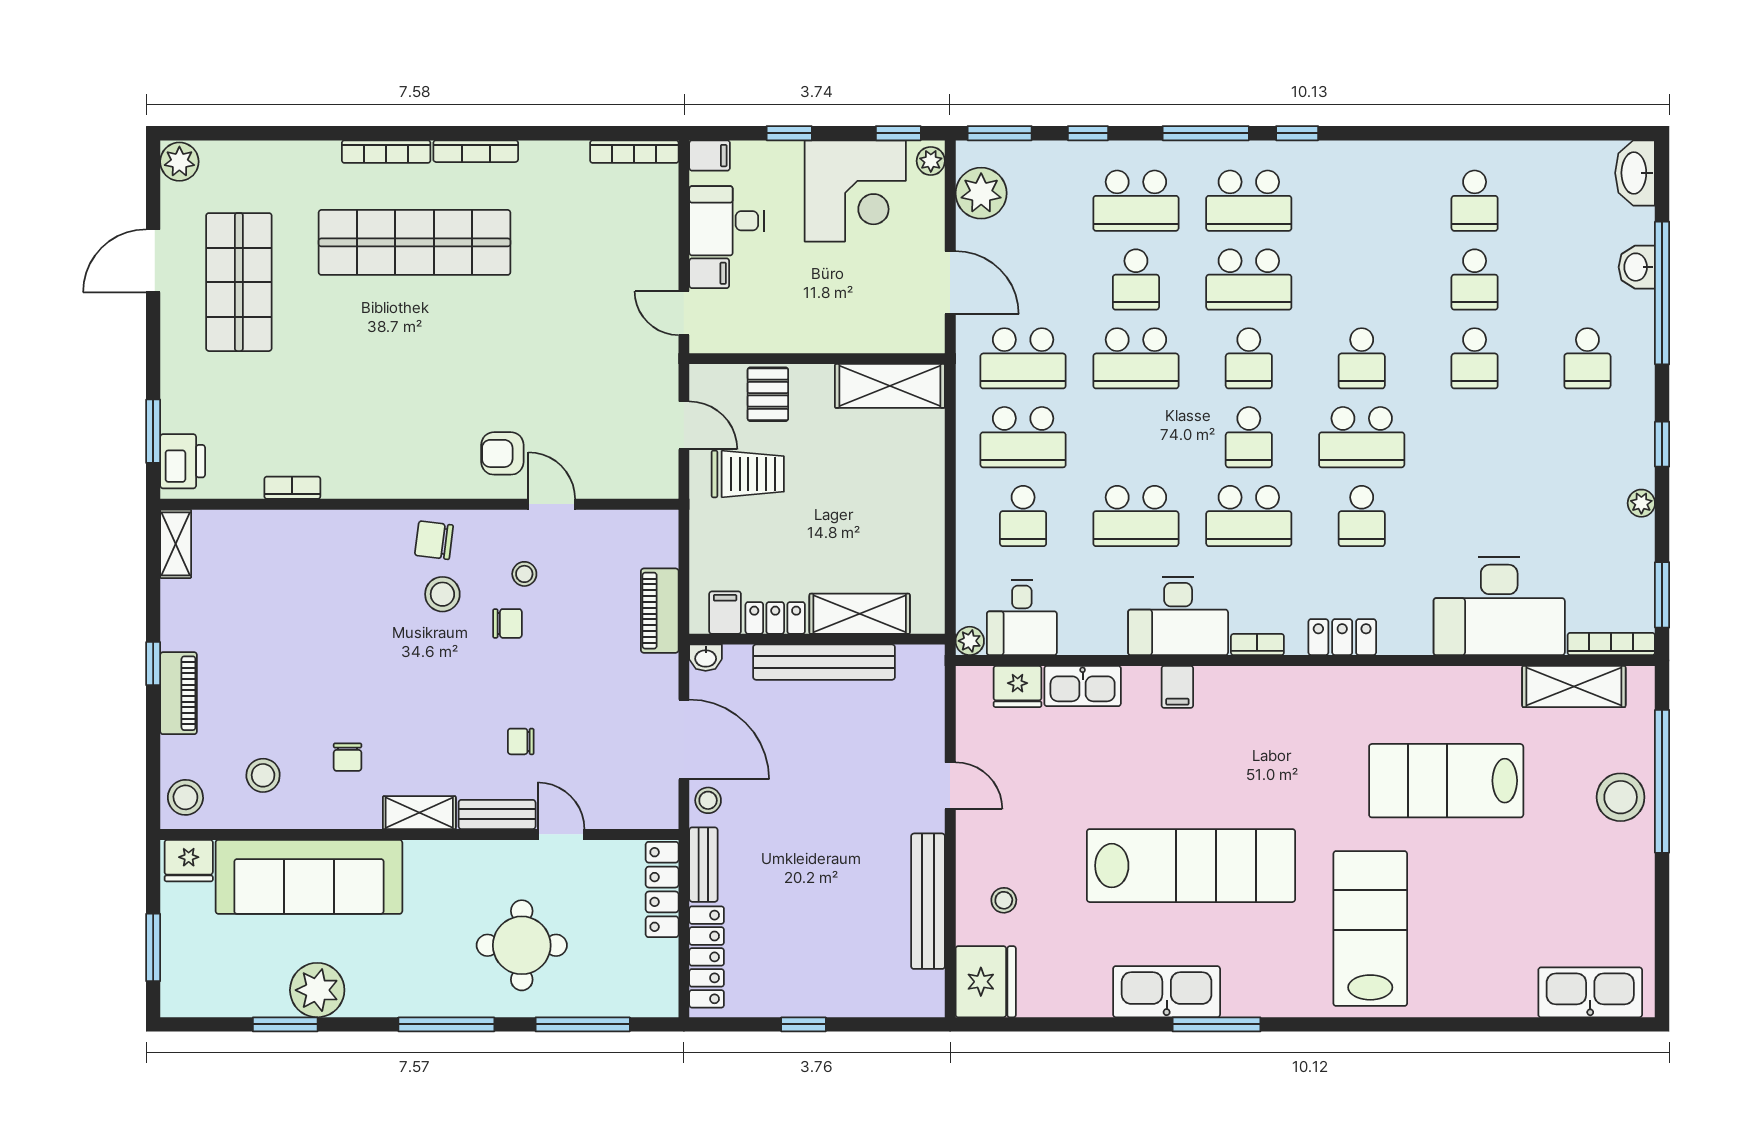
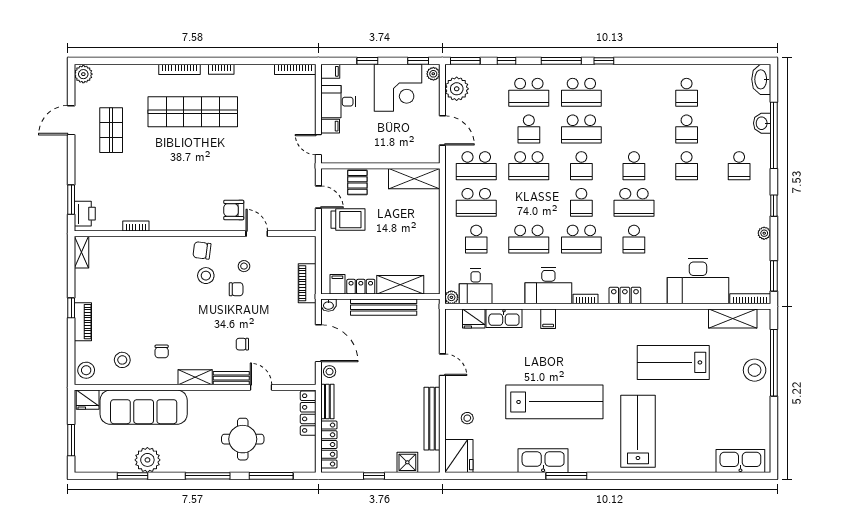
bookcase: (476, 151) -> (221, 69), width x0.64
shop shelf: (239, 282) -> (111, 130), width x0.70, depth x0.74
shower: (875, 995) -> (407, 462), added

